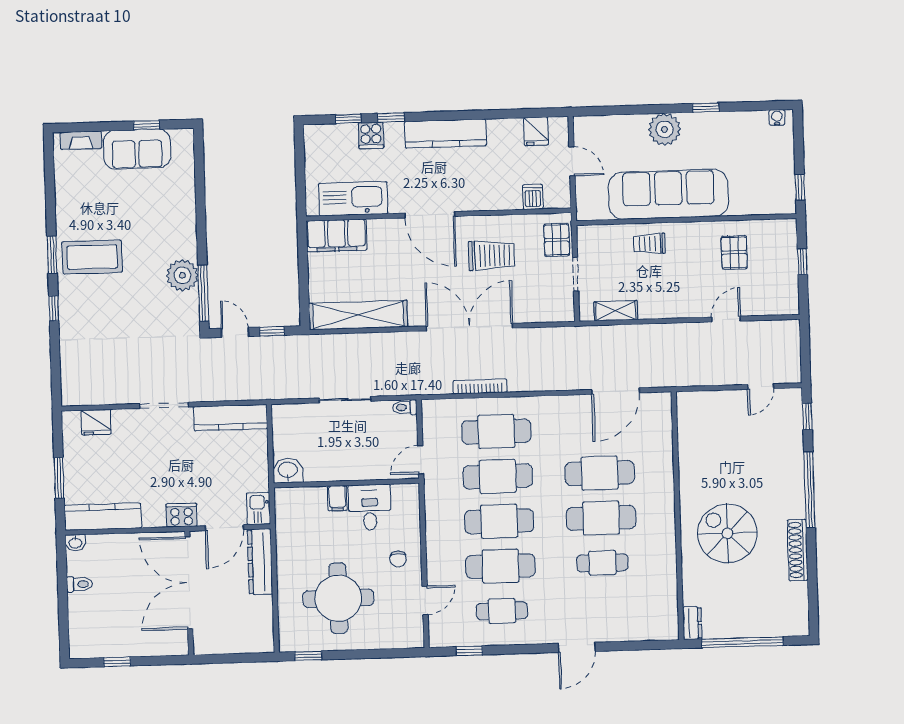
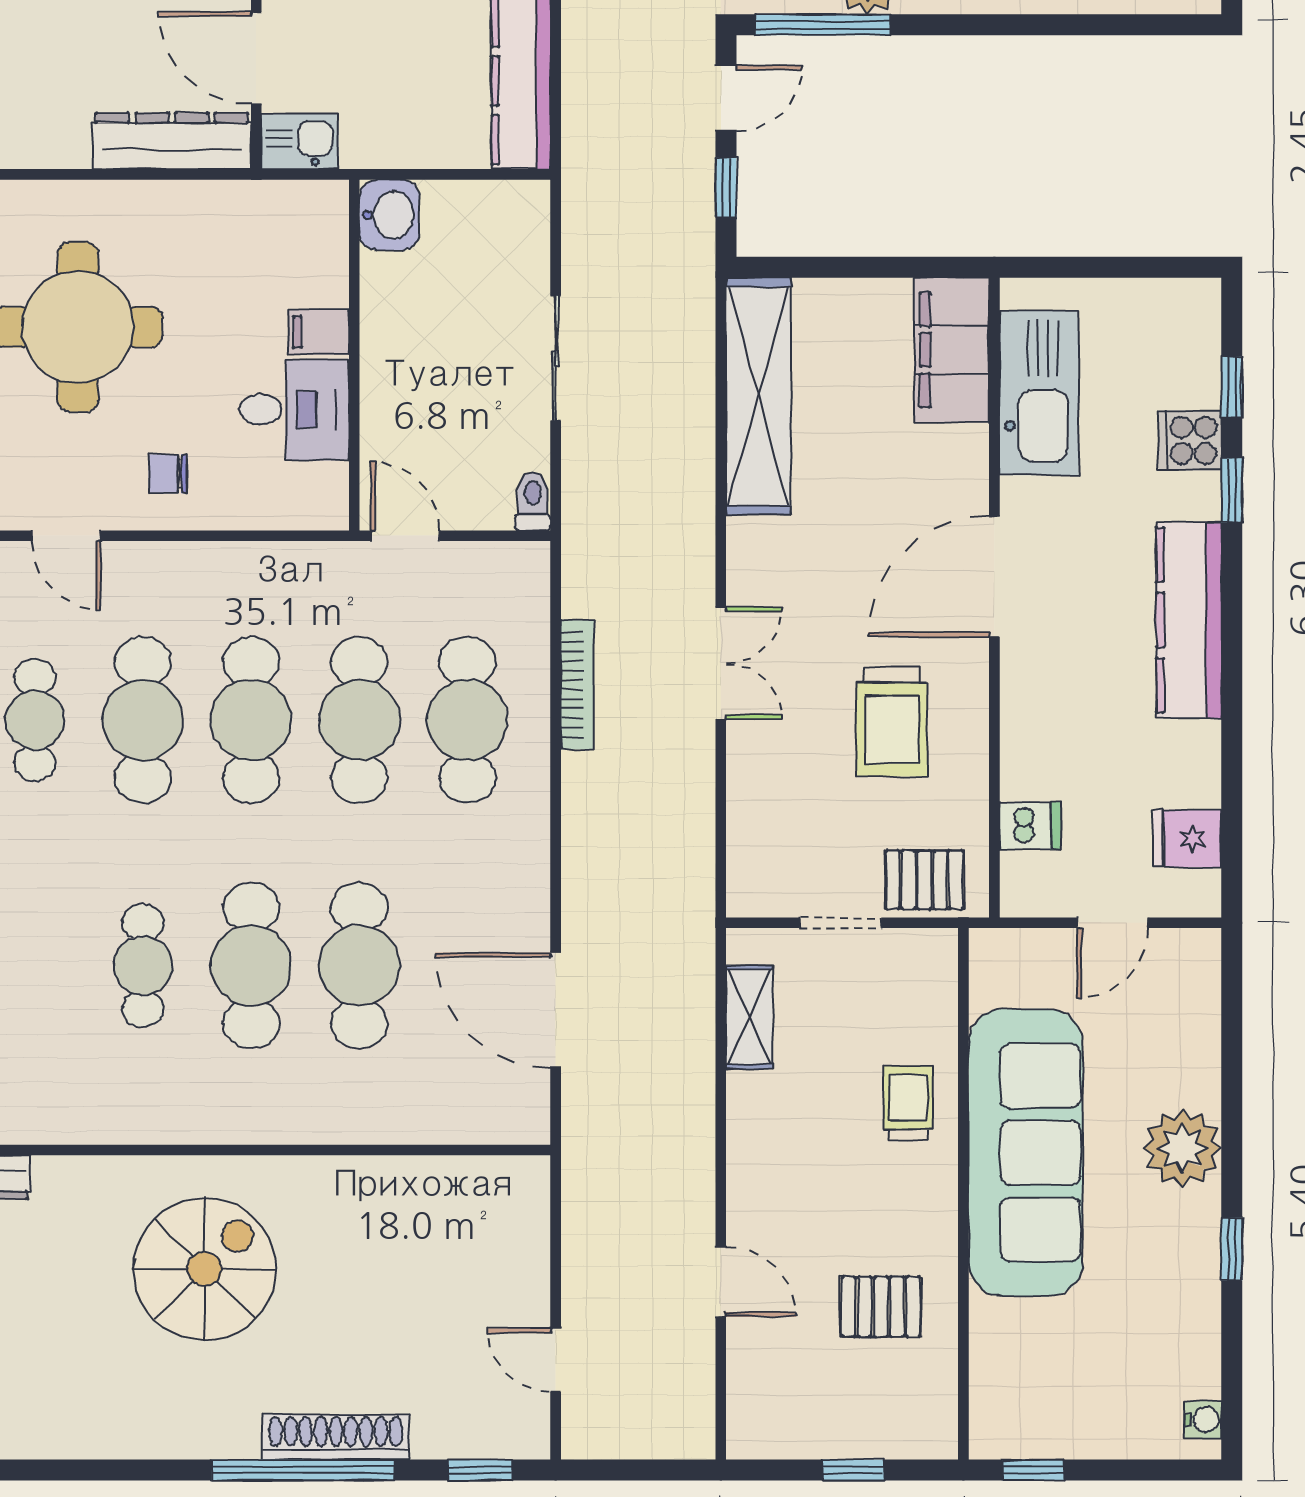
double door: (469, 327) -> (721, 663), width x0.54
shoe rack: (798, 550) -> (336, 1437), moved

